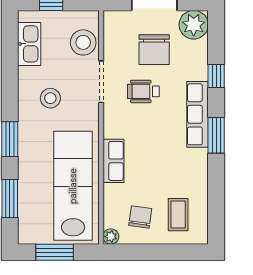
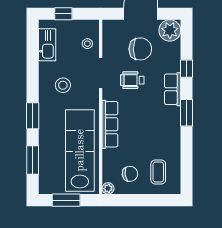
stool: (83, 42) -> (87, 44), width x0.53, depth x0.53
chair: (154, 50) -> (140, 49), turned -90
row of seats: (197, 114) -> (173, 89), width x0.68
row of seats: (113, 161) -> (110, 124), width x1.48
chair: (140, 217) -> (130, 174), turned 74

